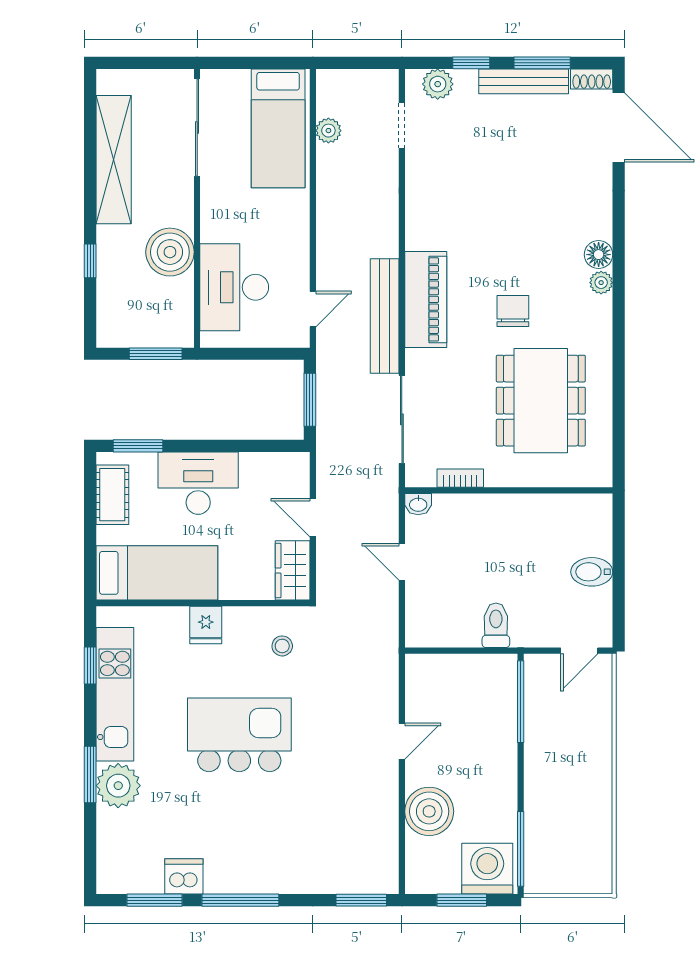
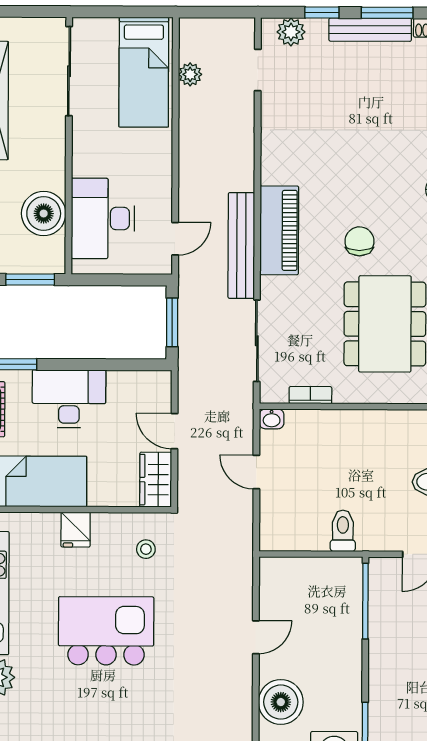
boiler: (170, 252) -> (44, 214), moved

